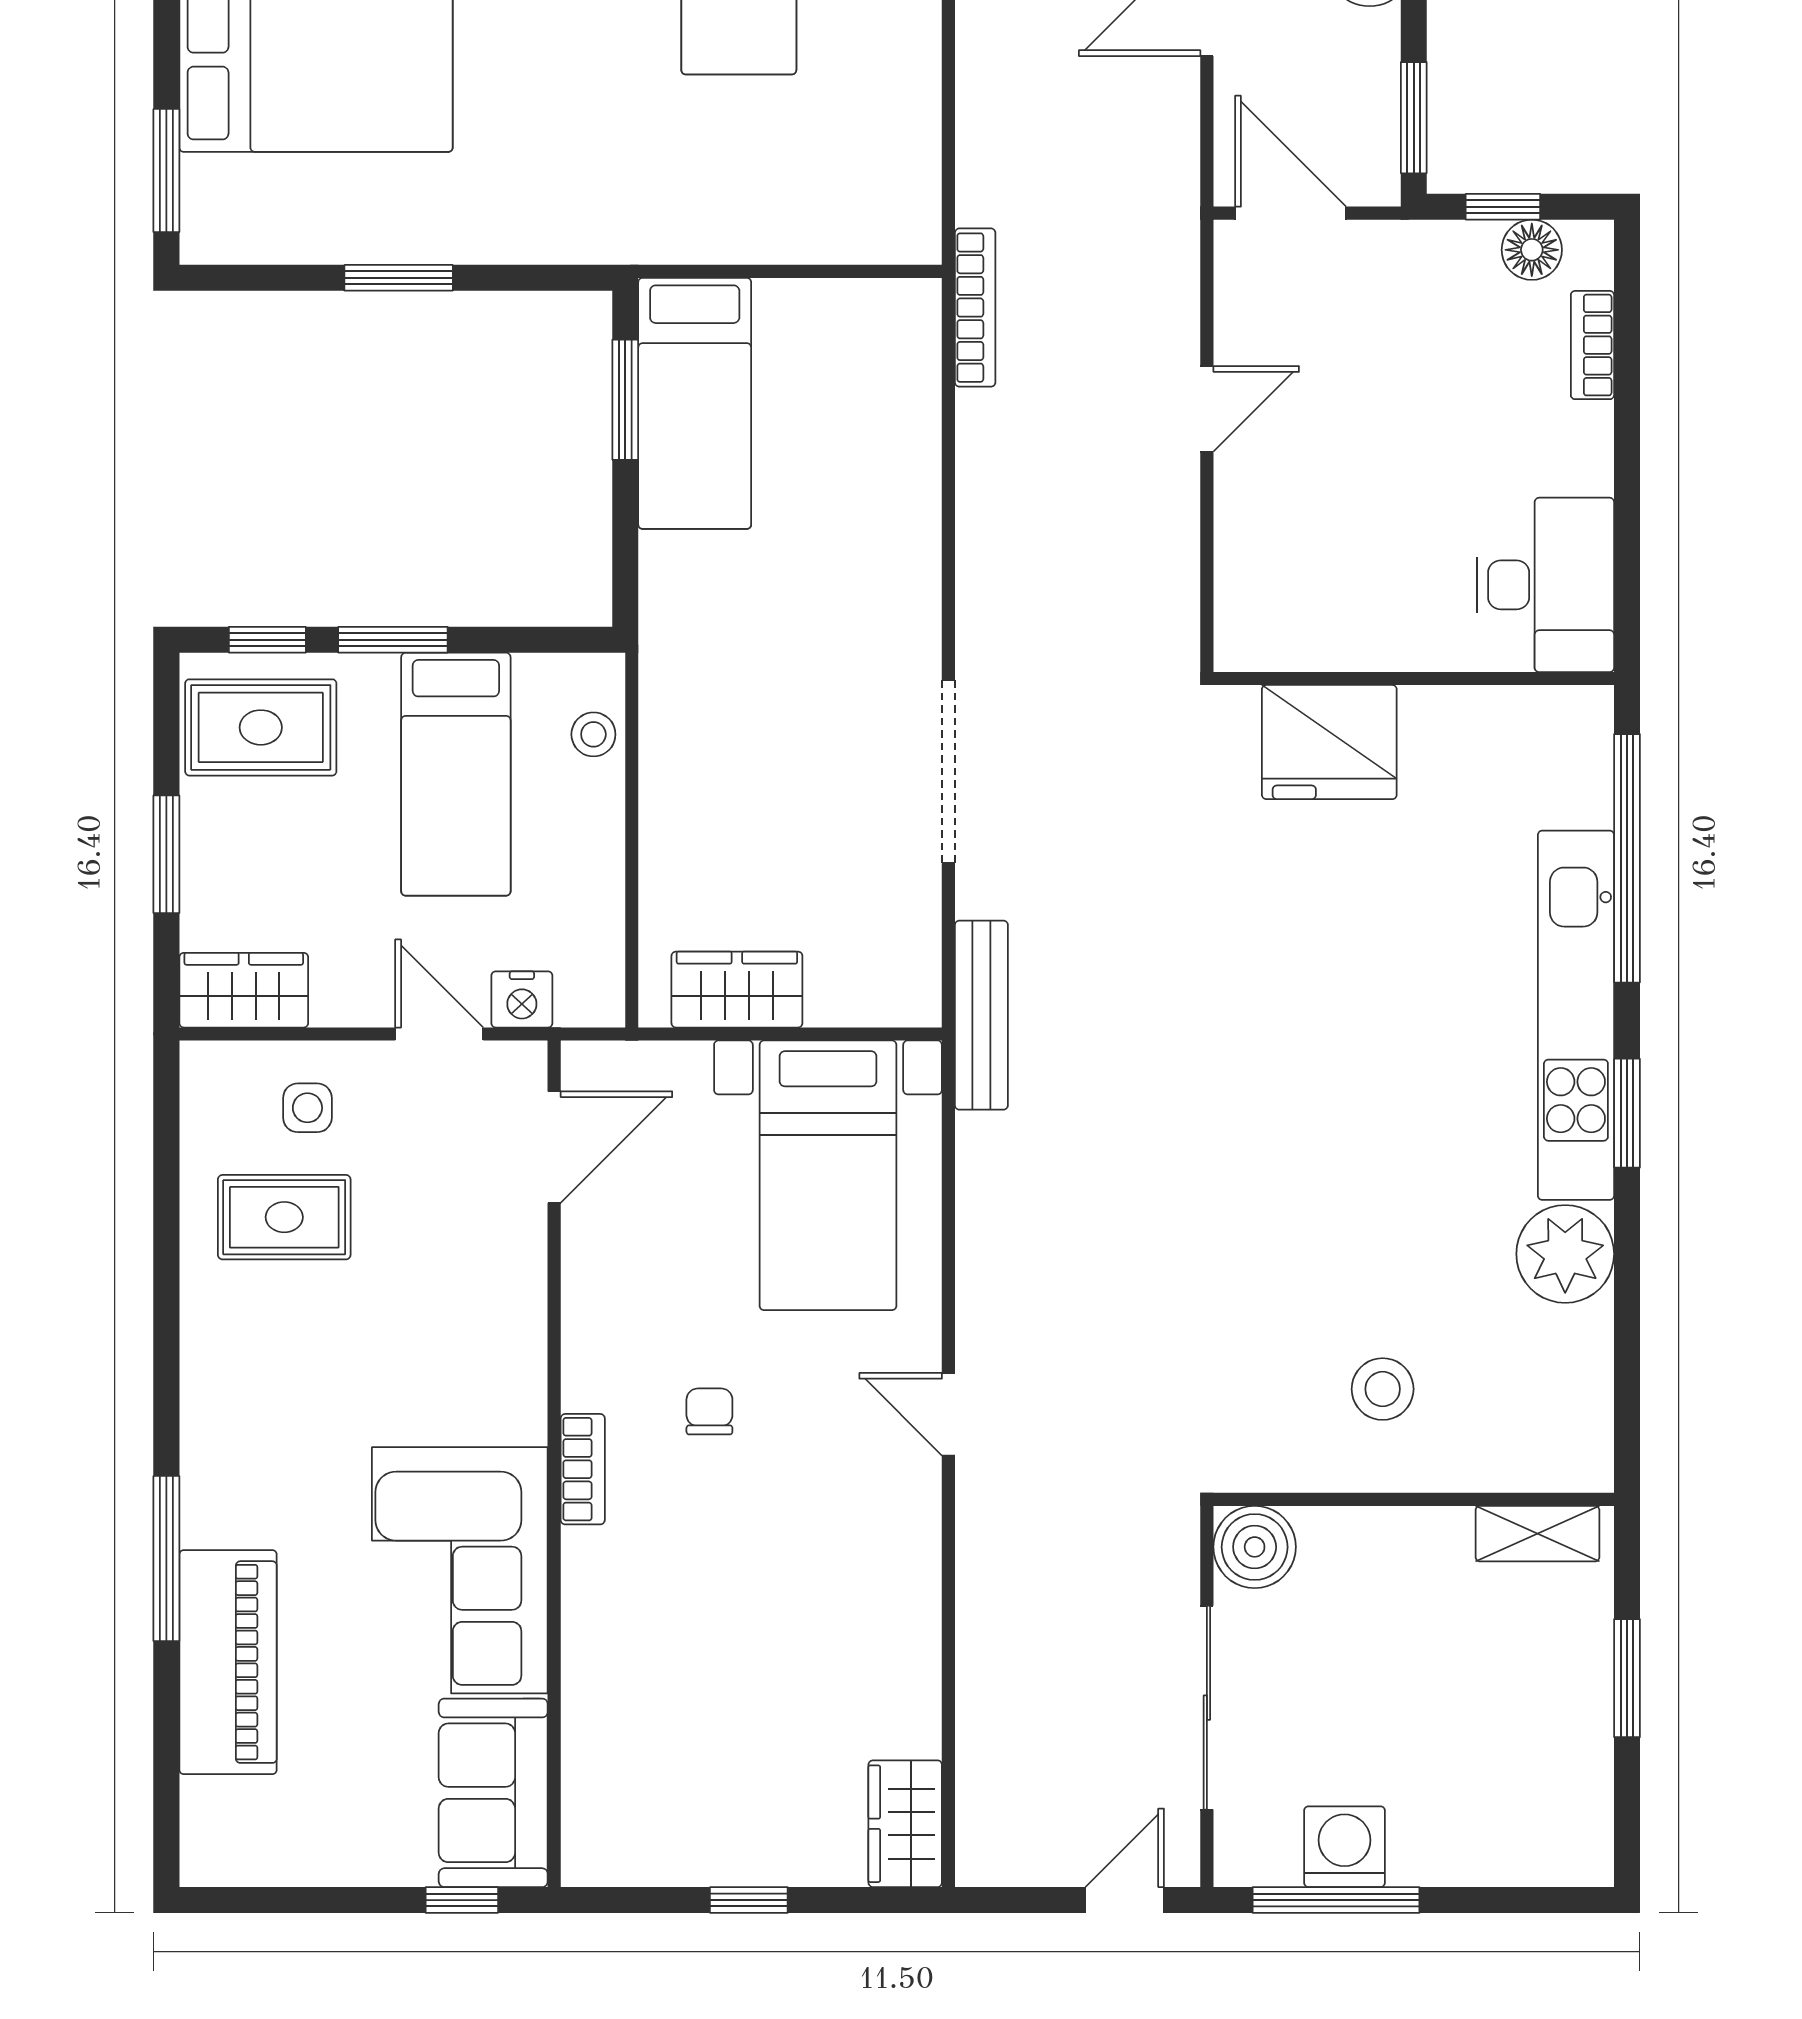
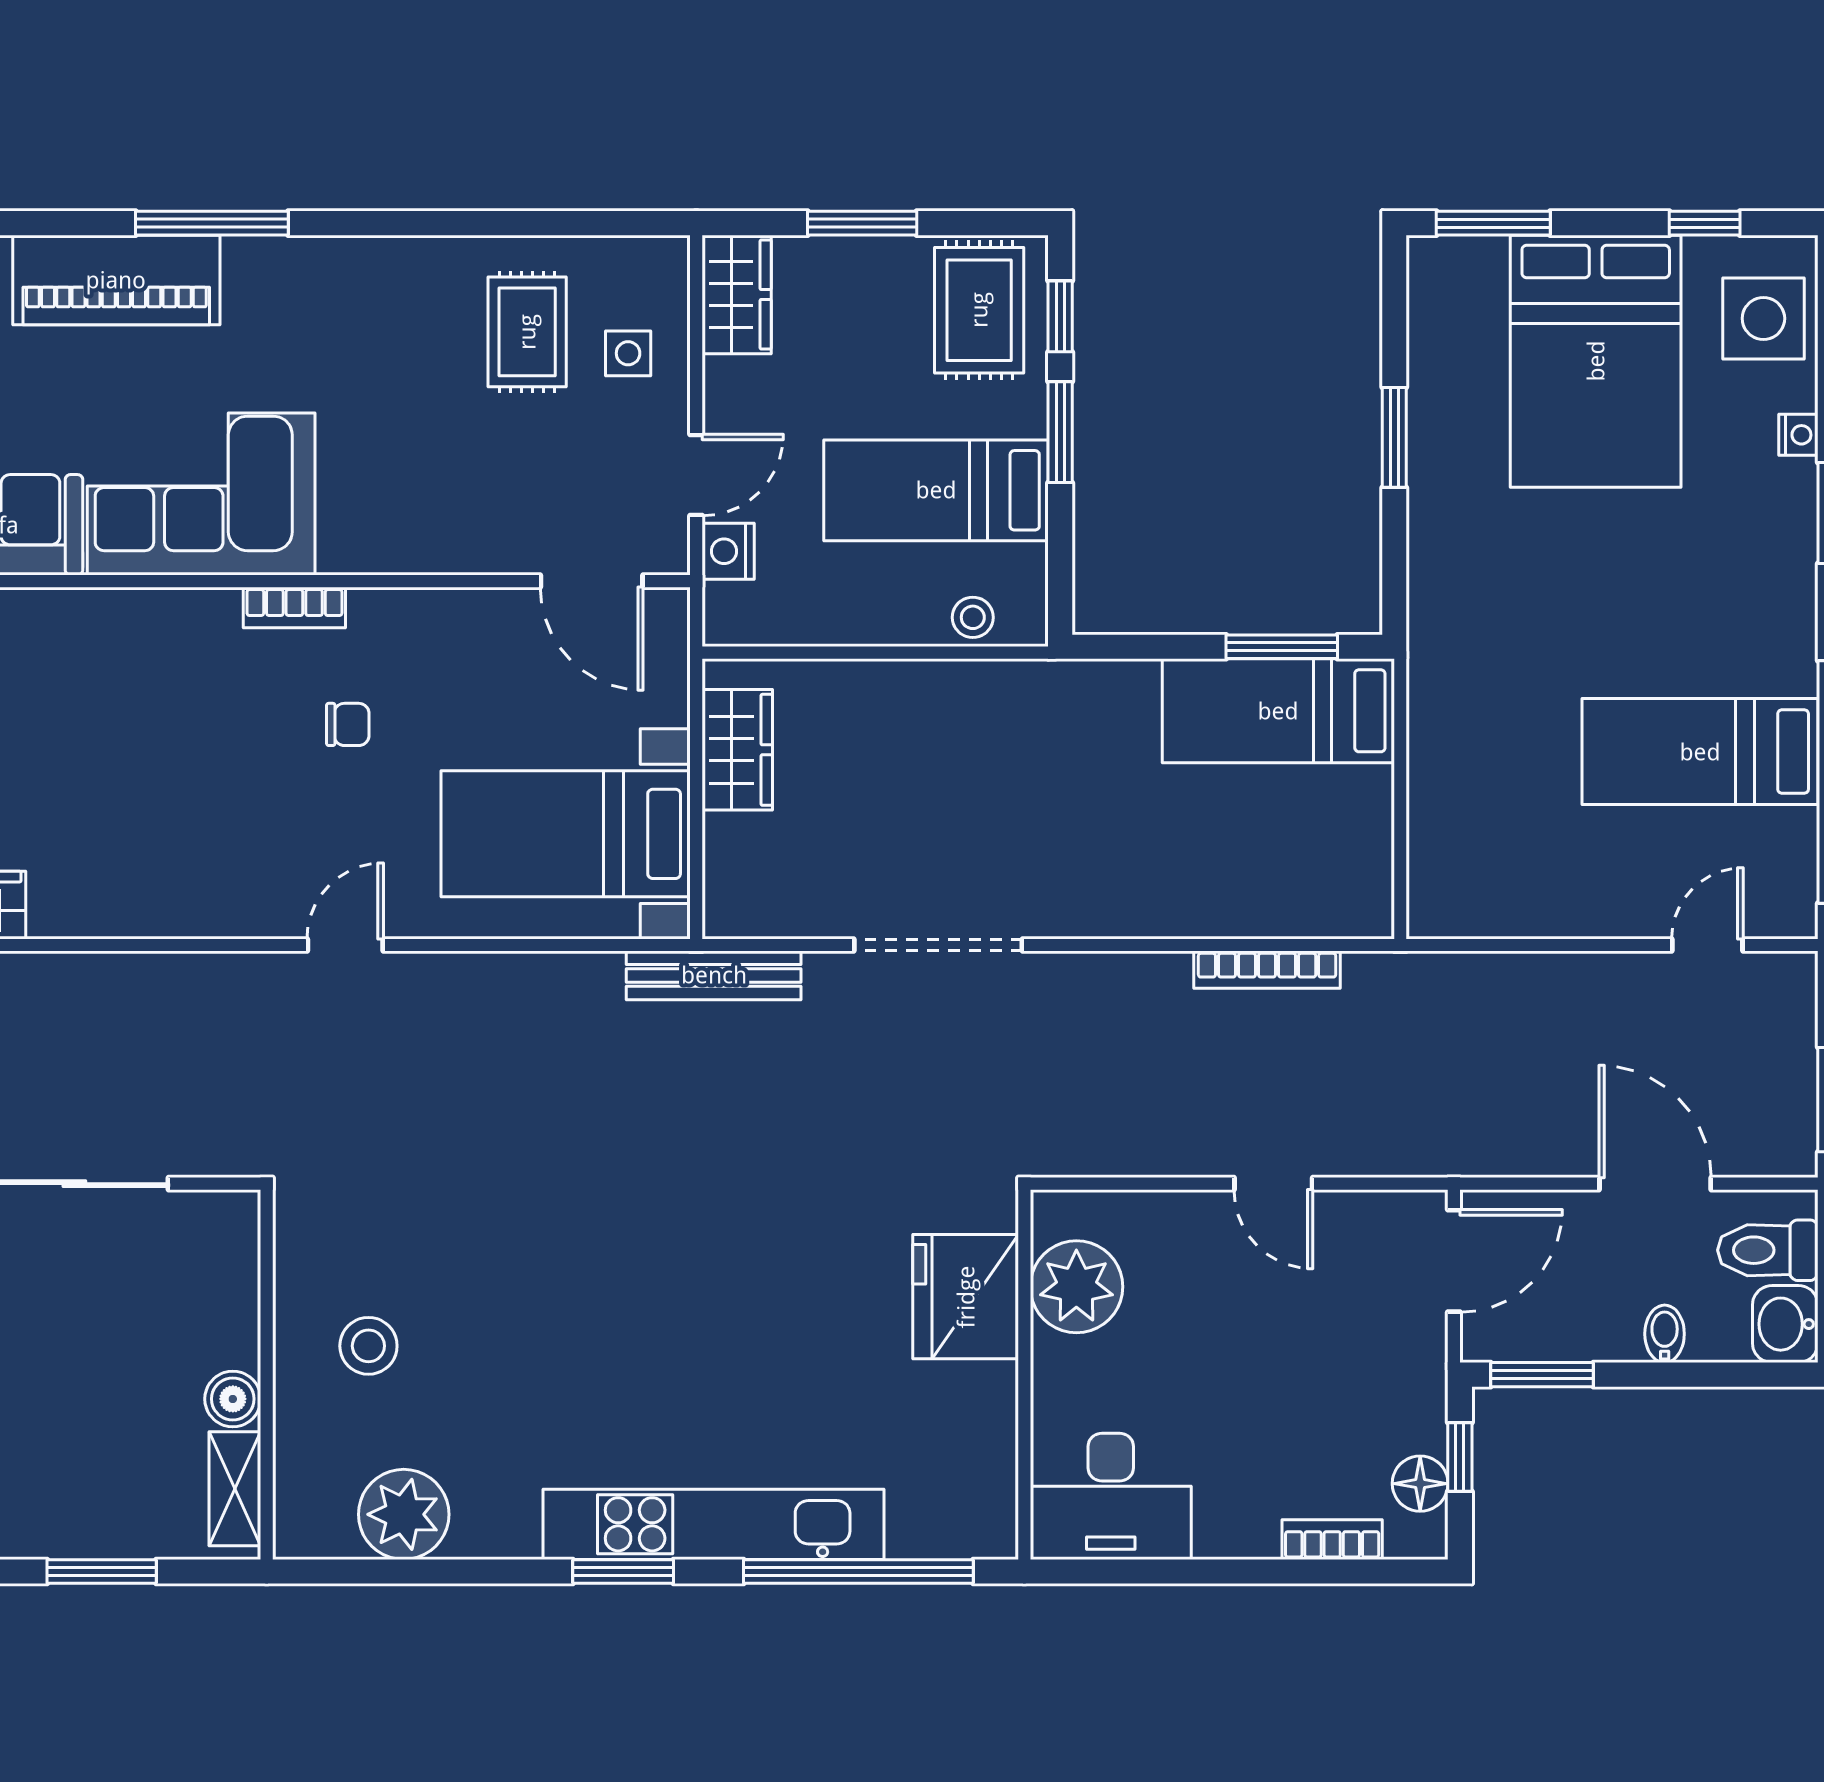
bookcase: (975, 308) -> (1267, 970), moved
plant: (1319, 622) -> (1076, 1287), added
plant: (1565, 1254) -> (404, 1514), moved
boiler: (1255, 1547) -> (233, 1399), moved, width x0.73, depth x0.73

